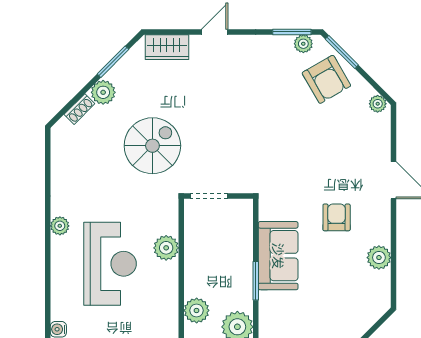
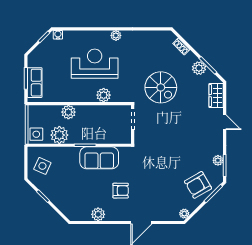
plant: (303, 44) -> (218, 160), moved
plant: (103, 92) -> (199, 68), moved
reception desk: (110, 264) -> (95, 64), turned 180

